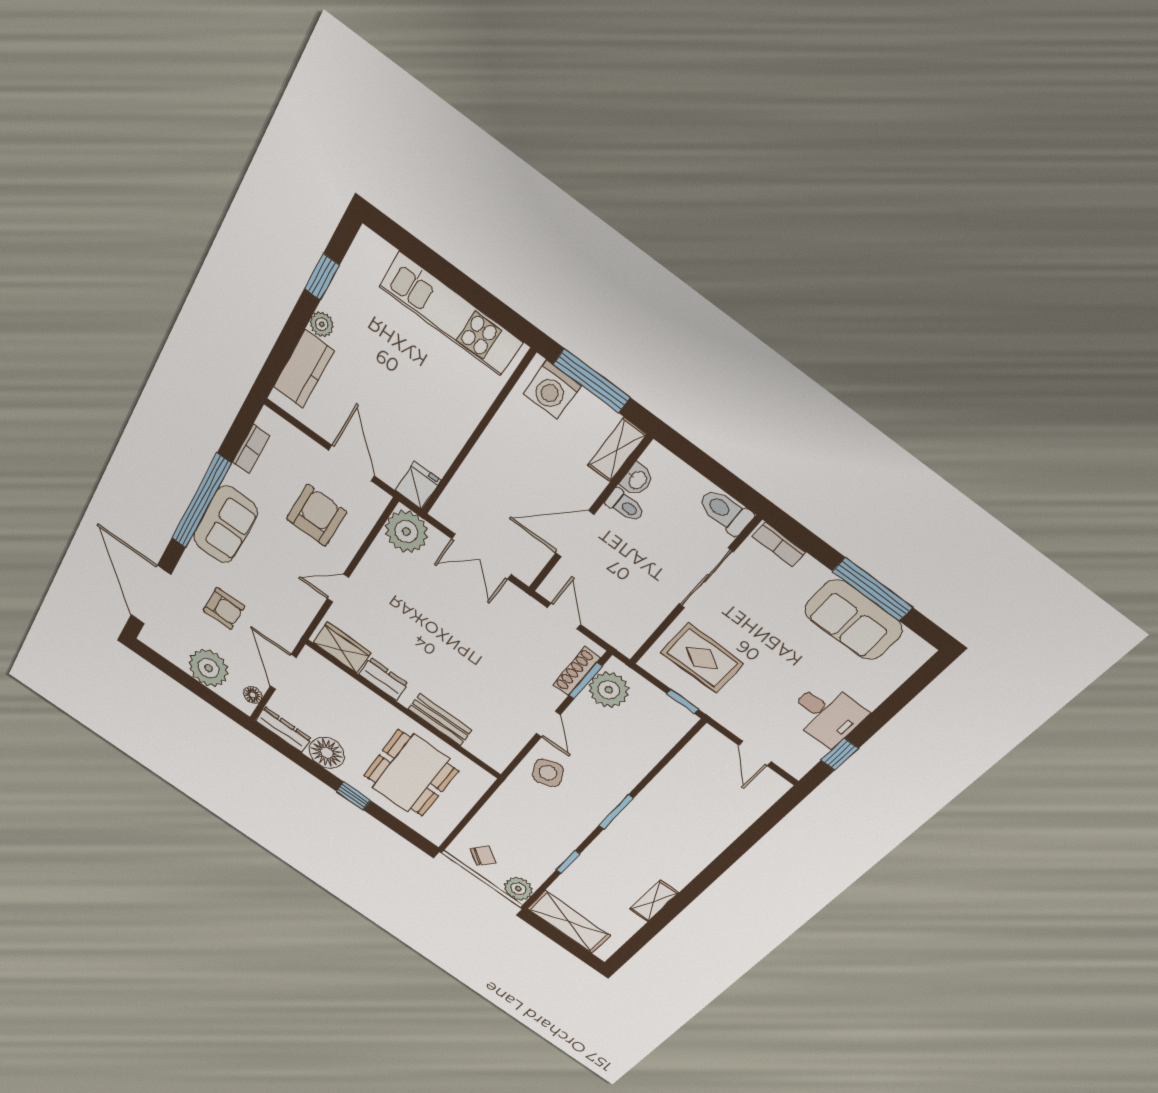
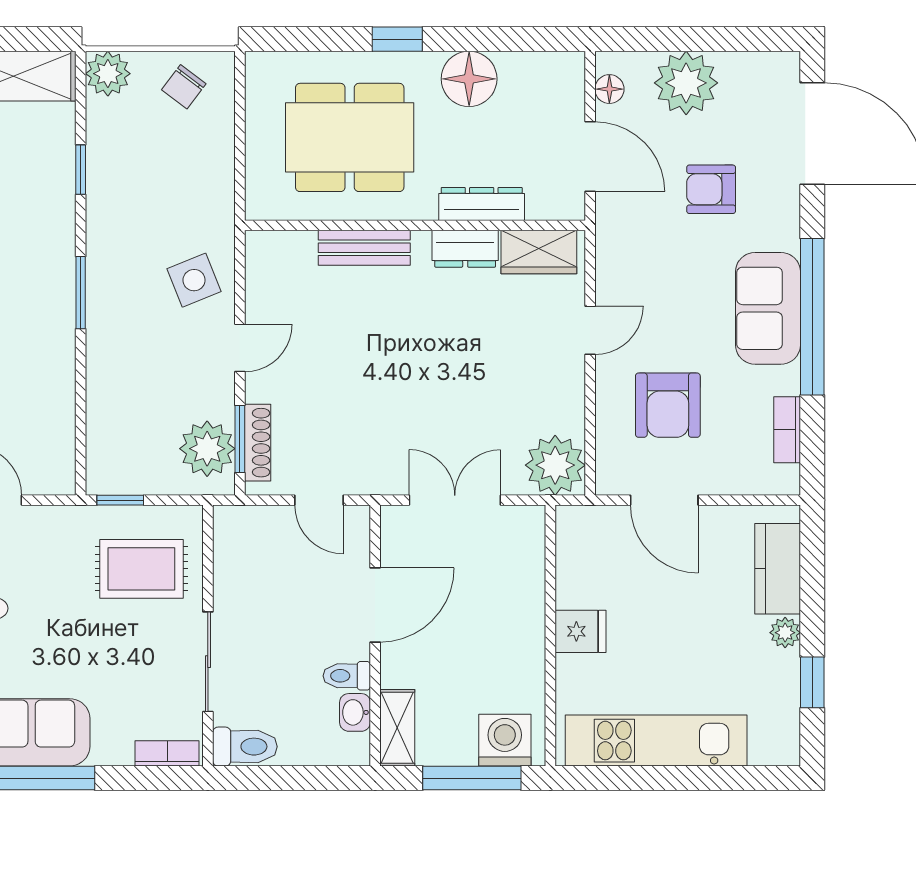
fridge: (418, 485) -> (580, 631), moved, turned -90
door: (548, 724) -> (240, 348), swing flipped
dresser: (283, 730) -> (482, 204), moved, turned 180
dining table: (411, 773) -> (350, 137), turned 90

